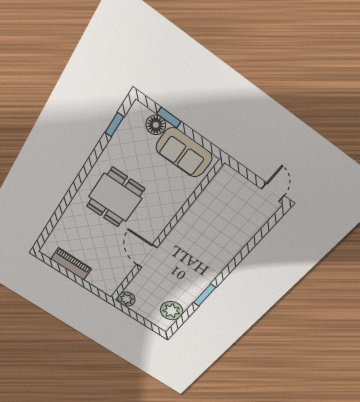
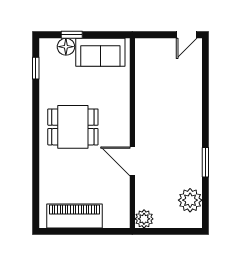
door: (273, 192) -> (187, 35), swing flipped
dining table: (115, 198) -> (73, 127), turned 90
piano: (71, 264) -> (74, 216), width x1.37, depth x1.33

